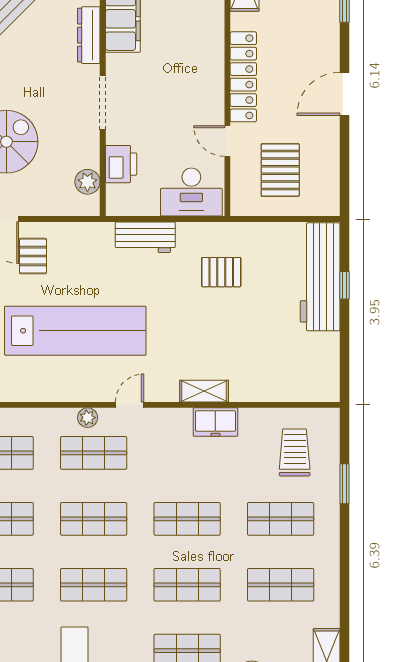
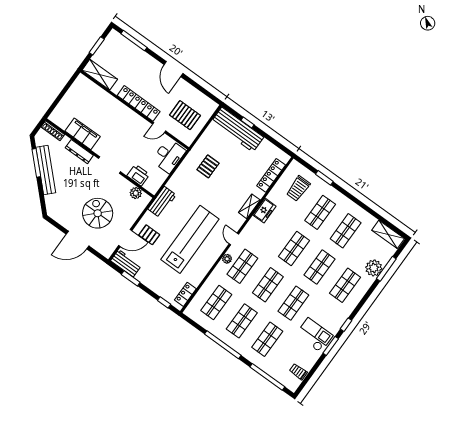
workbench: (145, 237) -> (162, 202), moved
locker: (283, 390) -> (271, 175), added
trolley: (295, 452) -> (298, 188), turned -90

